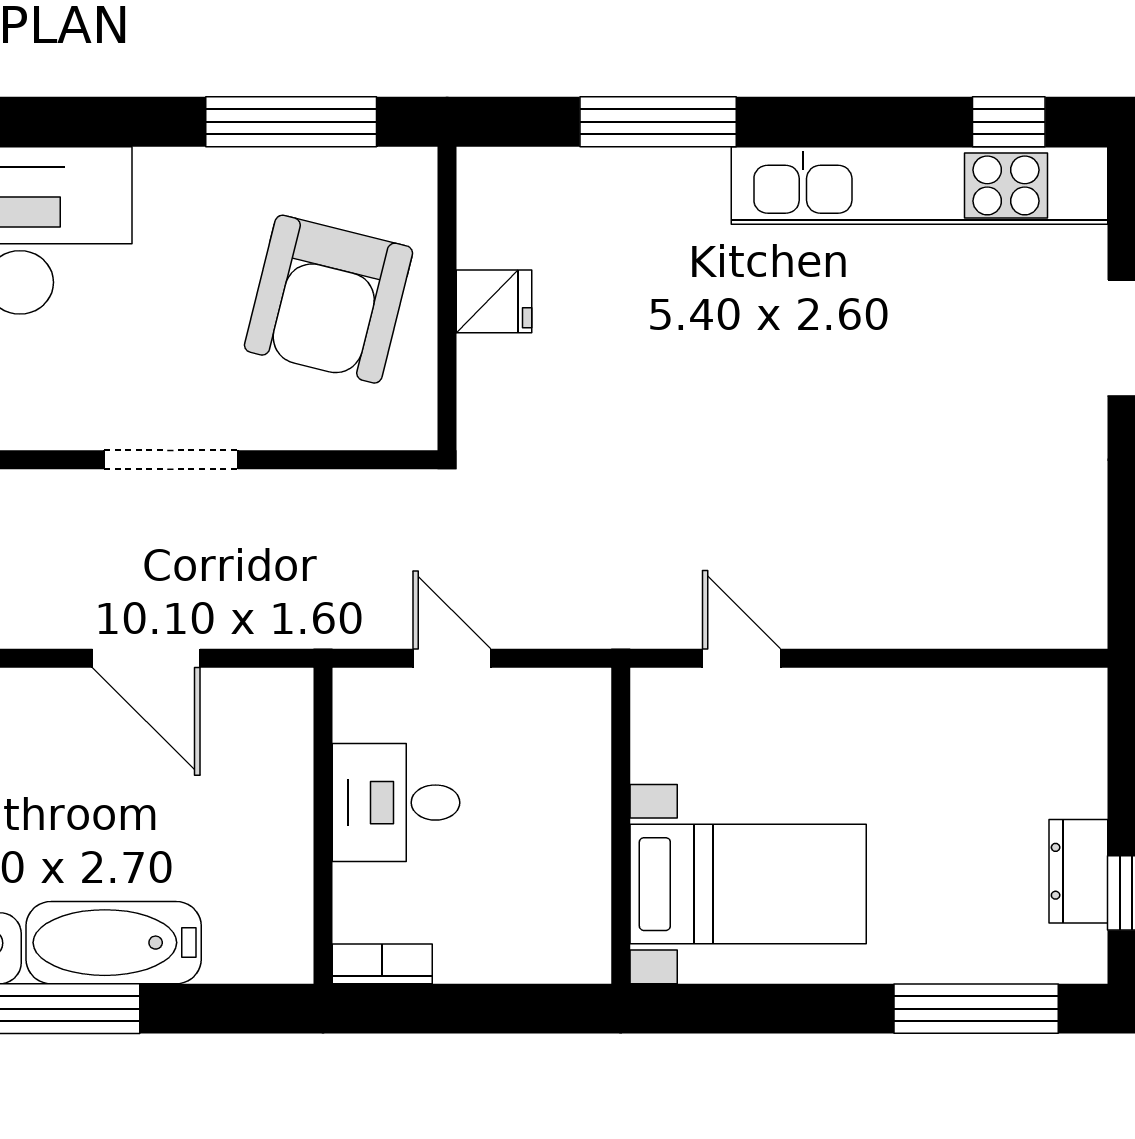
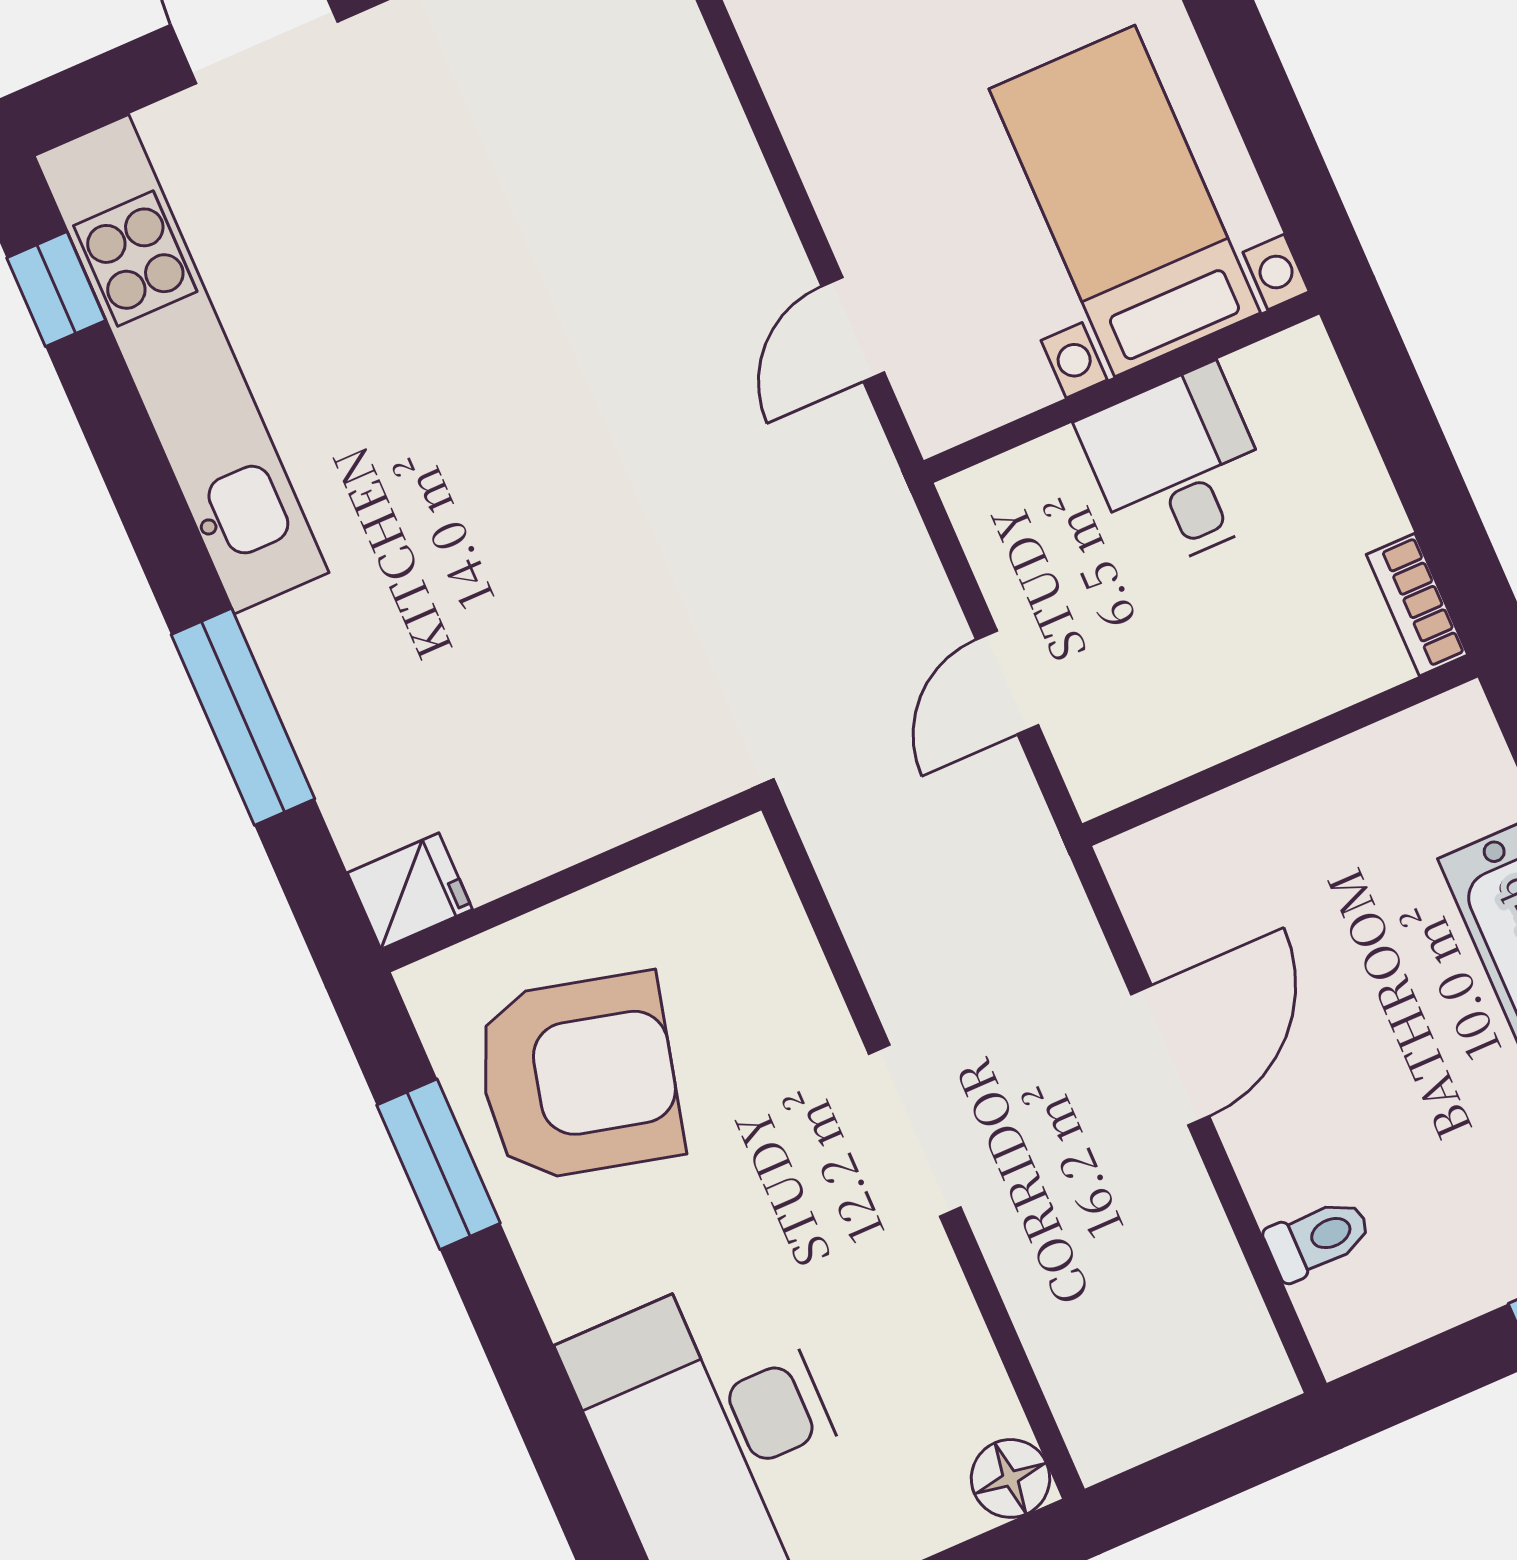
window: (291, 122) -> (439, 1164), width x0.69
armchair: (329, 299) -> (579, 1077), moved
fridge: (494, 301) -> (410, 891), moved, turned 90
desk: (396, 803) -> (1178, 469), moved, turned 180

